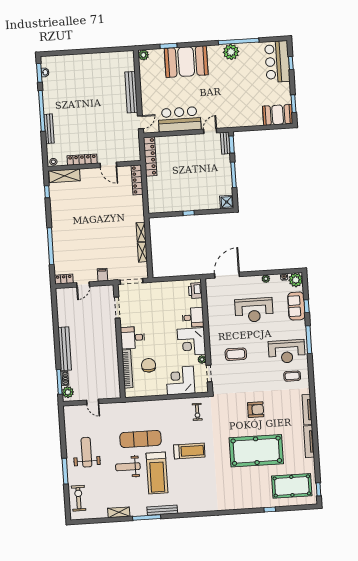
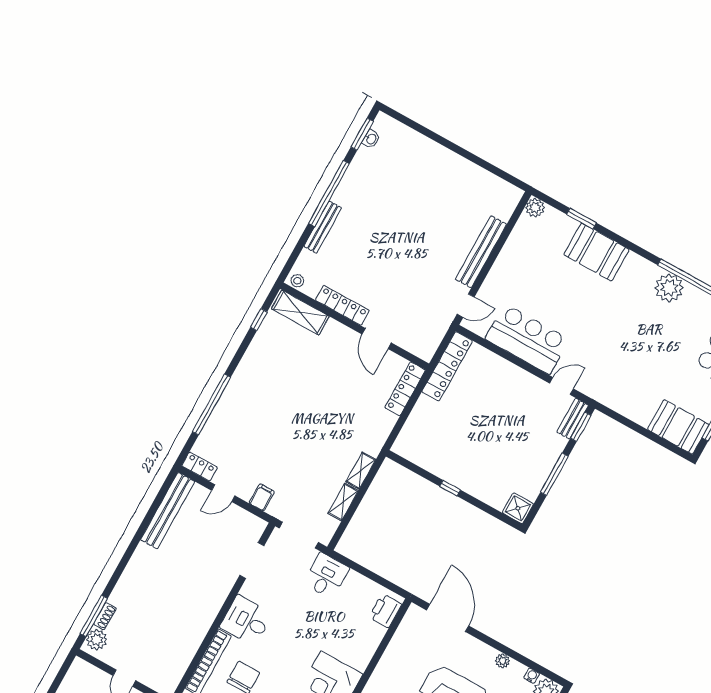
booth: (186, 62) -> (596, 252), width x0.73, depth x0.70
door: (227, 275) -> (448, 618), hinge flipped
desk: (193, 318) -> (326, 576), moved, turned -90
bench: (65, 349) -> (168, 511), moved

